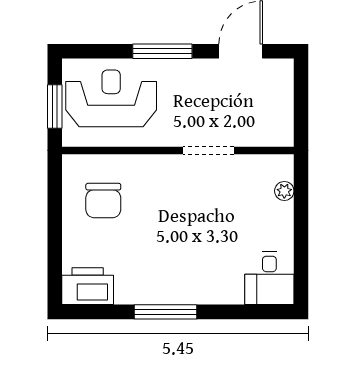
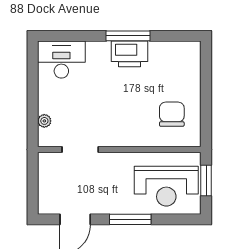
doorway: (208, 150) -> (80, 149), moved
desk: (269, 278) -> (61, 59), width x1.37
printer: (88, 286) -> (129, 54), moved

